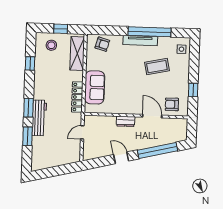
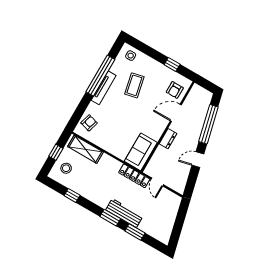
sofa: (95, 87) -> (141, 152), moved, turned -90
locker: (77, 97) -> (134, 176), moved

